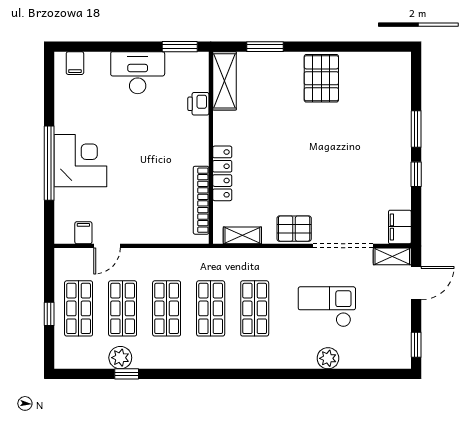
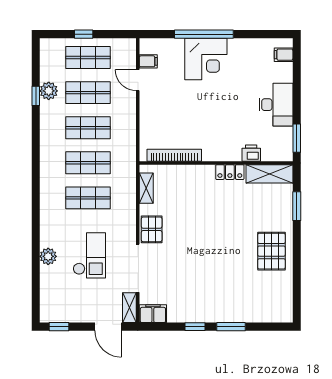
pallet: (321, 78) -> (271, 251), turned 90
locker: (222, 173) -> (230, 172), moved, width x0.66

